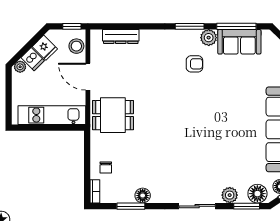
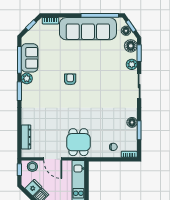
armchair: (194, 64) -> (70, 79), moved
door: (88, 77) -> (53, 159), hinge flipped

